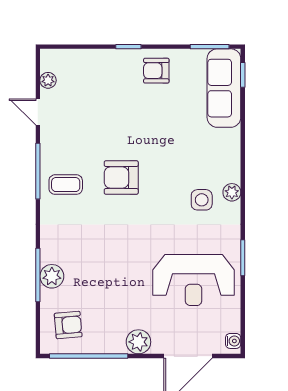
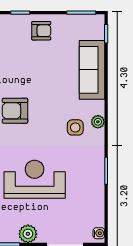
armchair: (156, 71) -> (41, 31), turned 180
sofa: (224, 88) -> (92, 70), moved
reception desk: (194, 280) -> (35, 179), moved, turned 180

